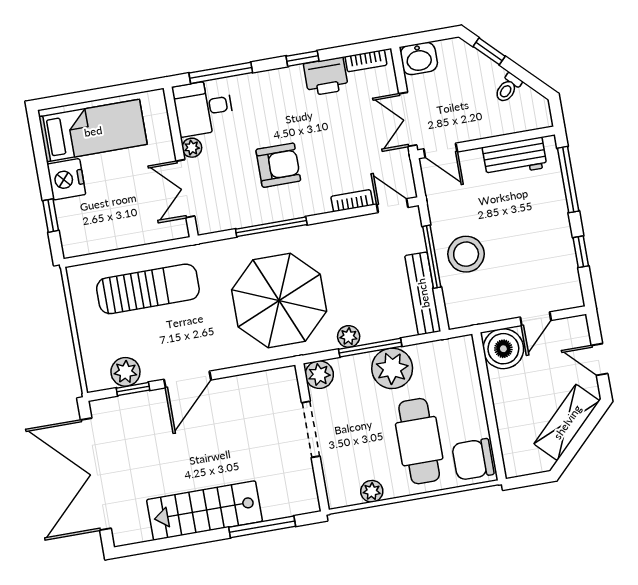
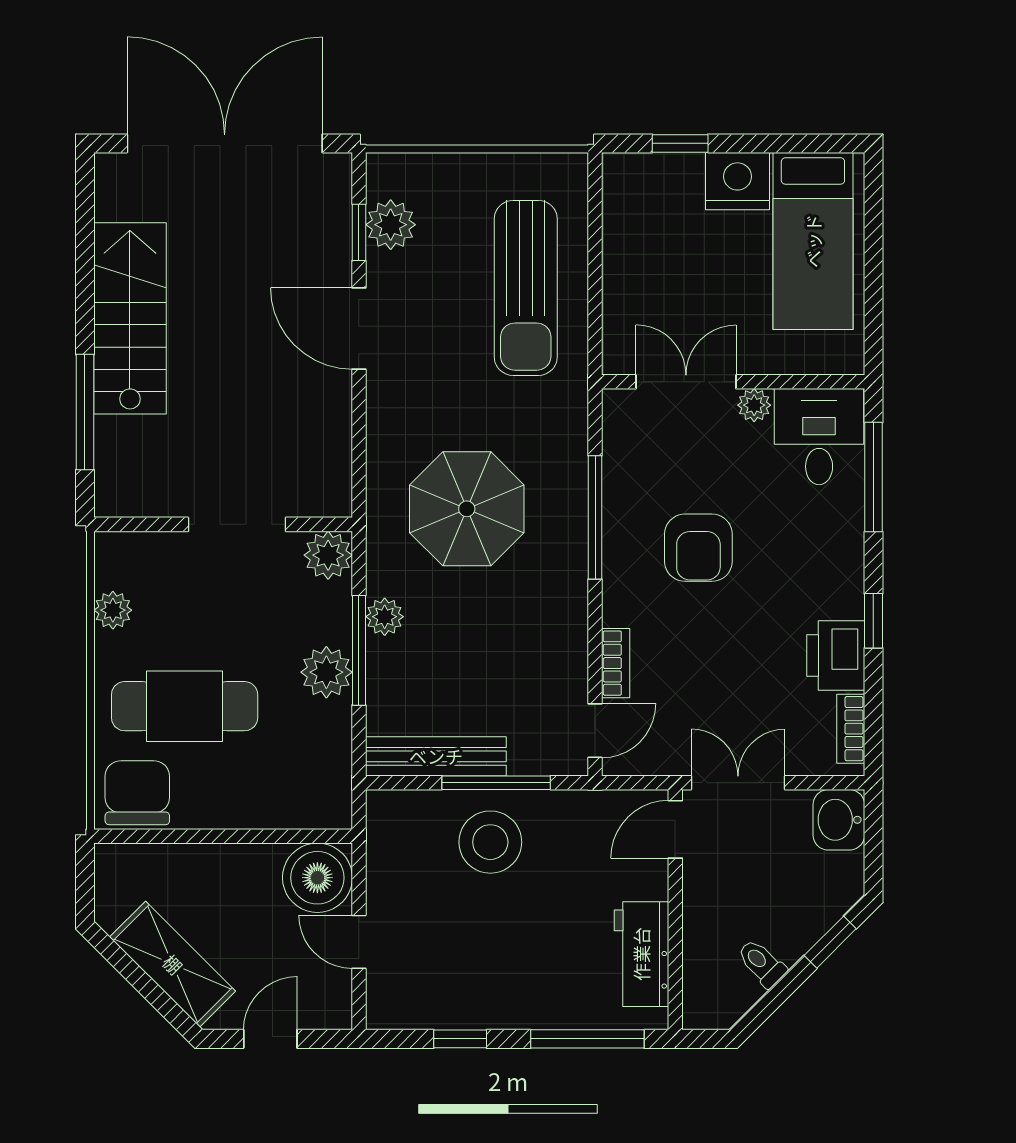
parasol: (279, 300) -> (467, 509), width x0.73, depth x0.73
plant: (392, 368) -> (326, 672), width x0.73, depth x0.73

